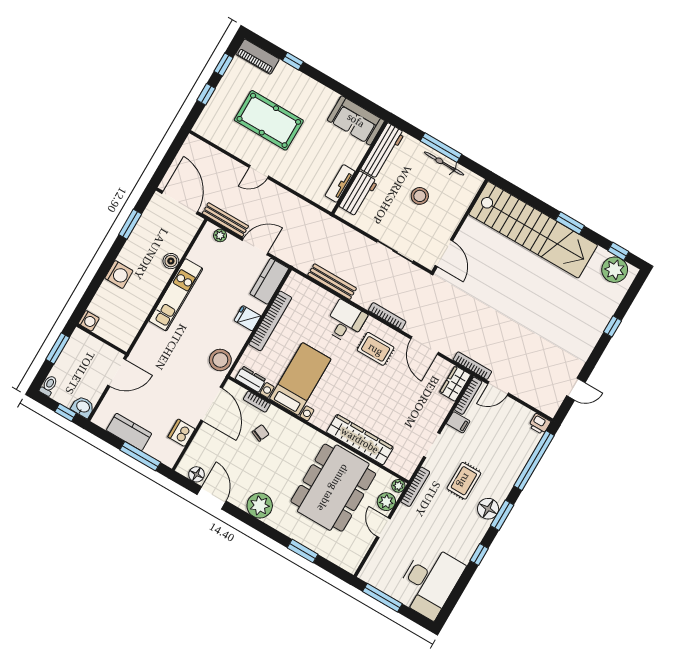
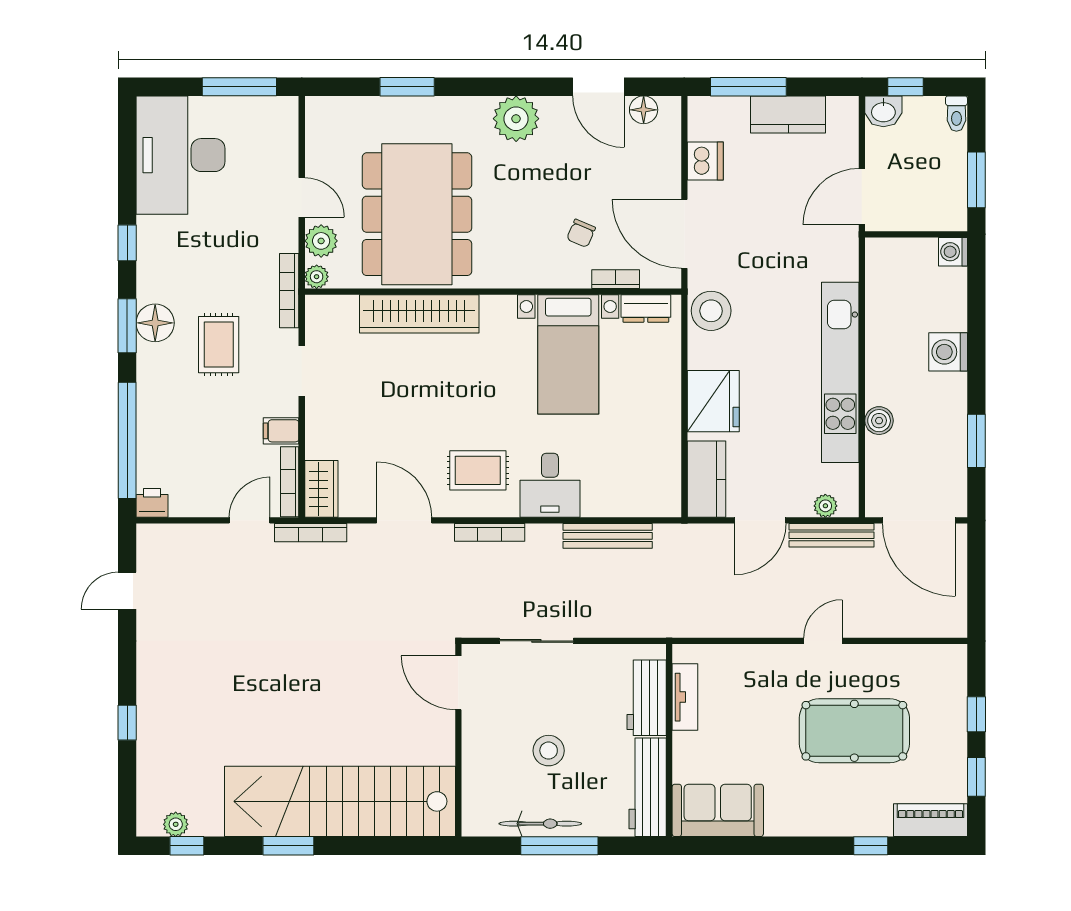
plant: (615, 270) -> (176, 824), width x0.53, depth x0.53
kitchen unit: (176, 295) -> (840, 372), width x1.36
fridge: (247, 318) -> (713, 401), width x1.88, depth x1.34
bookcase: (270, 321) -> (668, 418), removed

